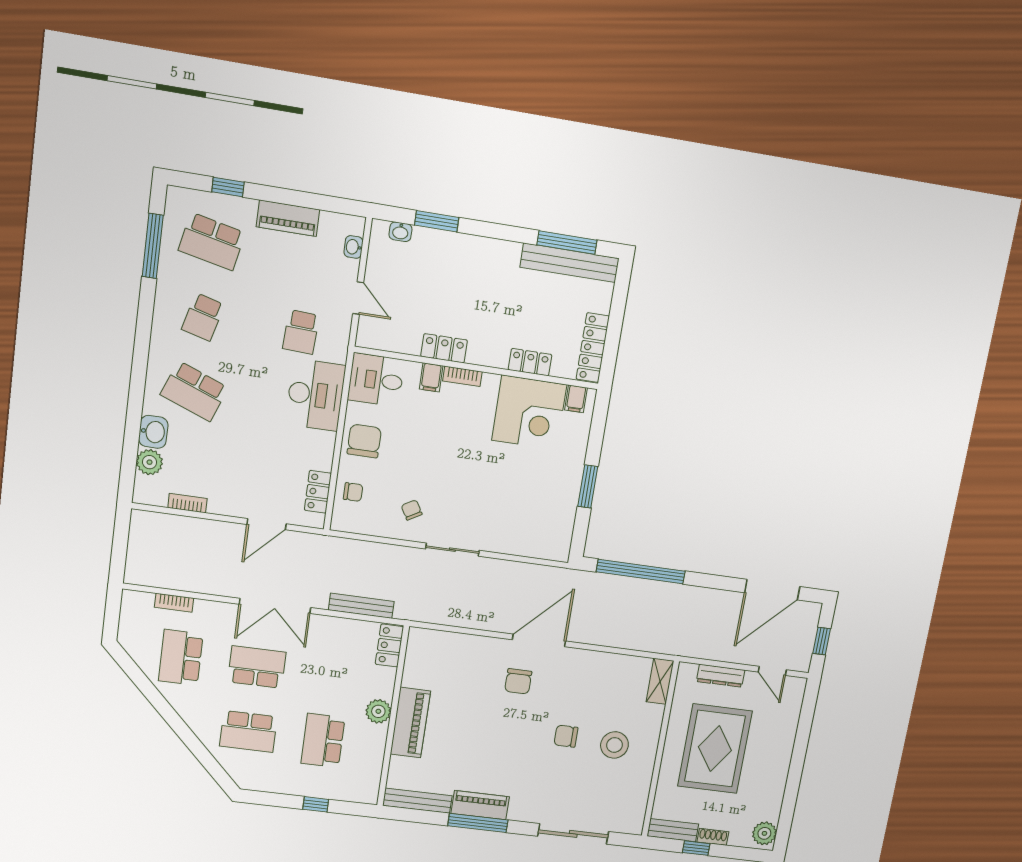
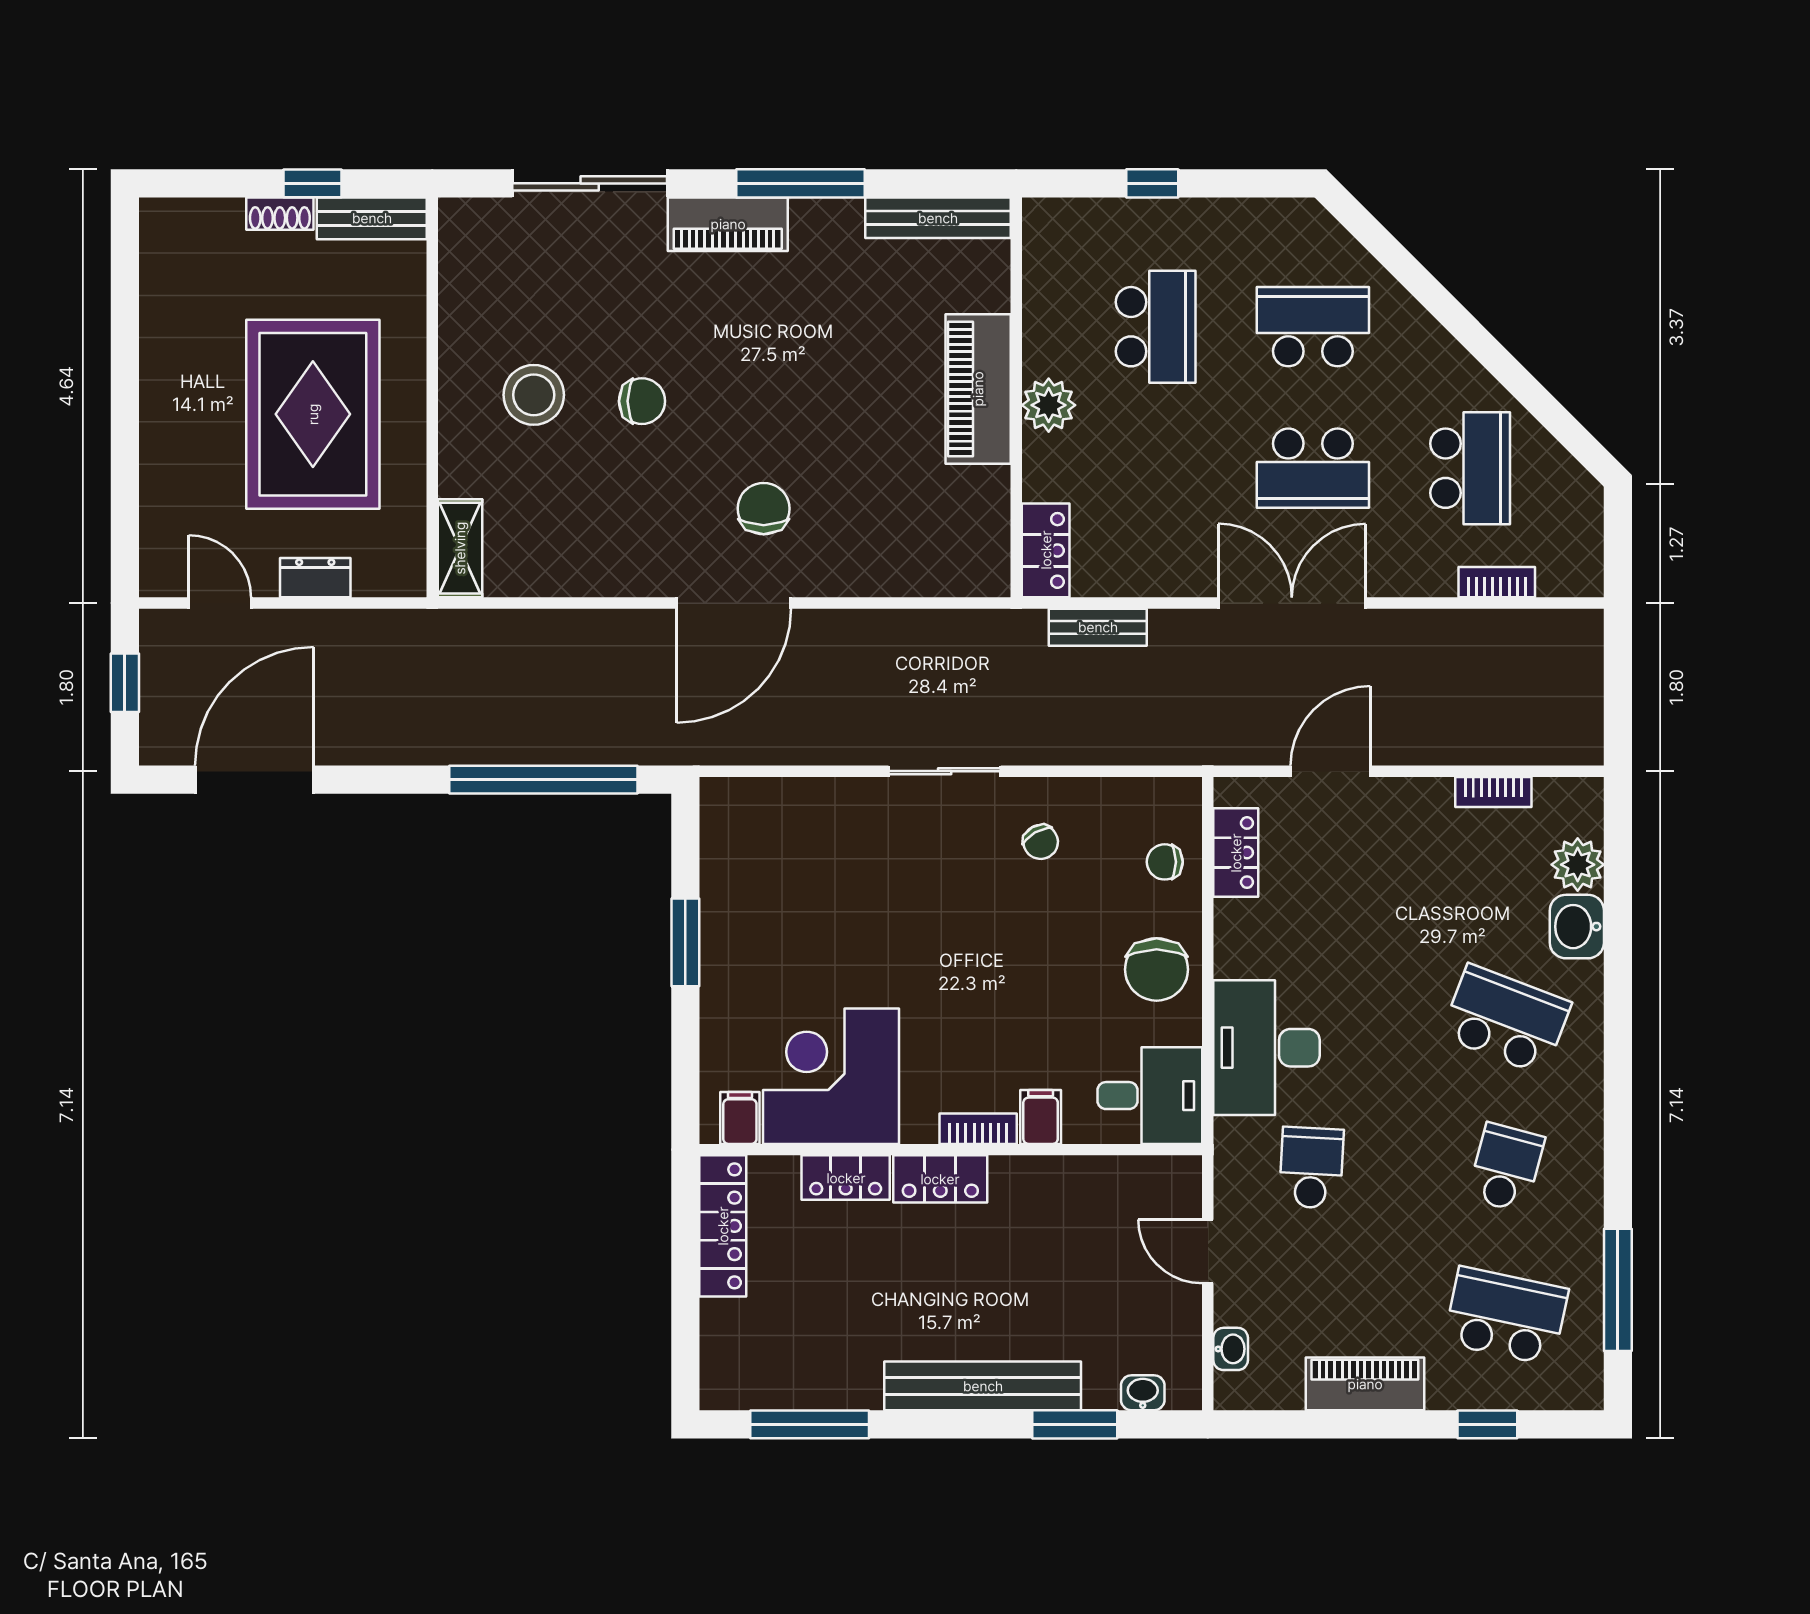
bench: (570, 263) -> (983, 1386), moved
locker: (444, 348) -> (940, 1179), moved
bench: (361, 606) -> (1098, 627), width x0.73
dresser: (721, 676) -> (315, 578), width x0.70
piano: (480, 805) -> (728, 224), moved
plant: (764, 833) -> (166, 235), removed

